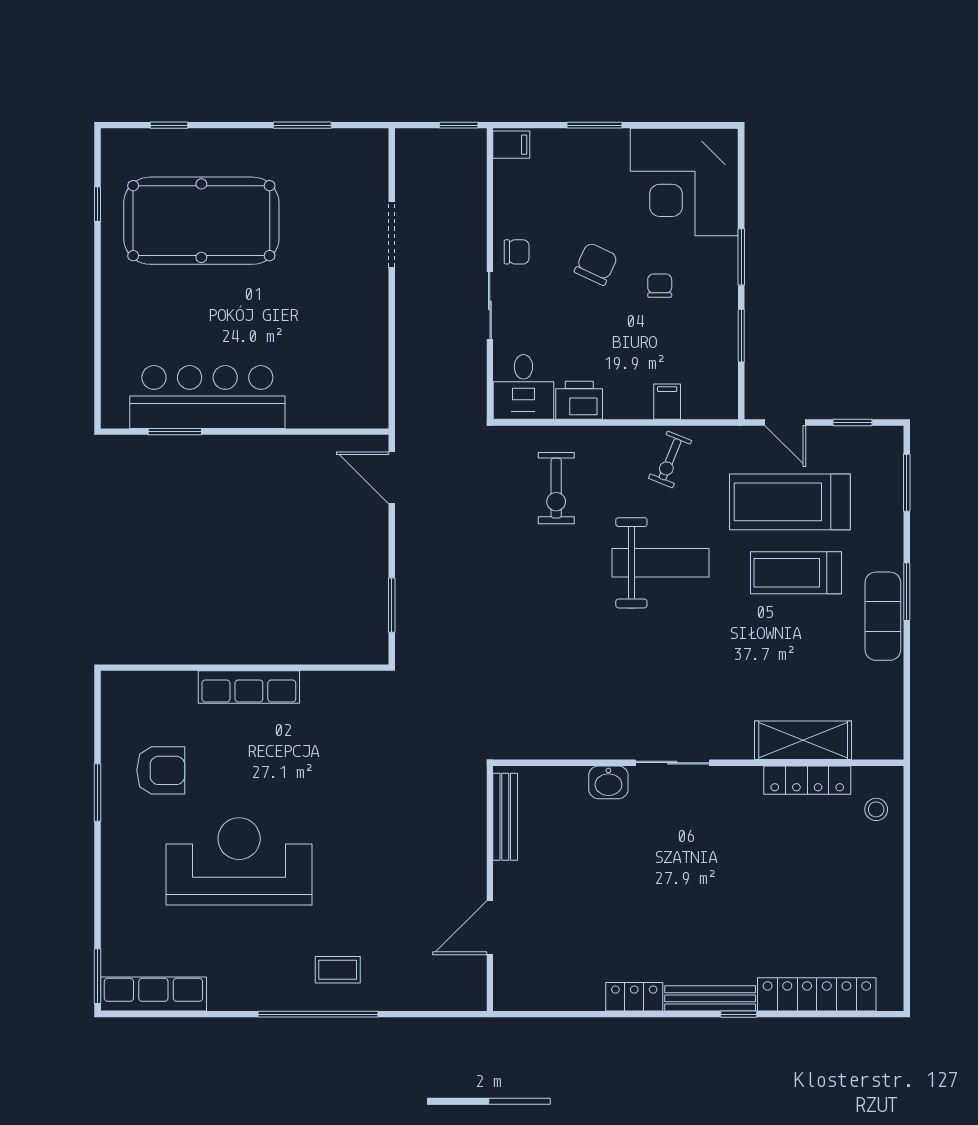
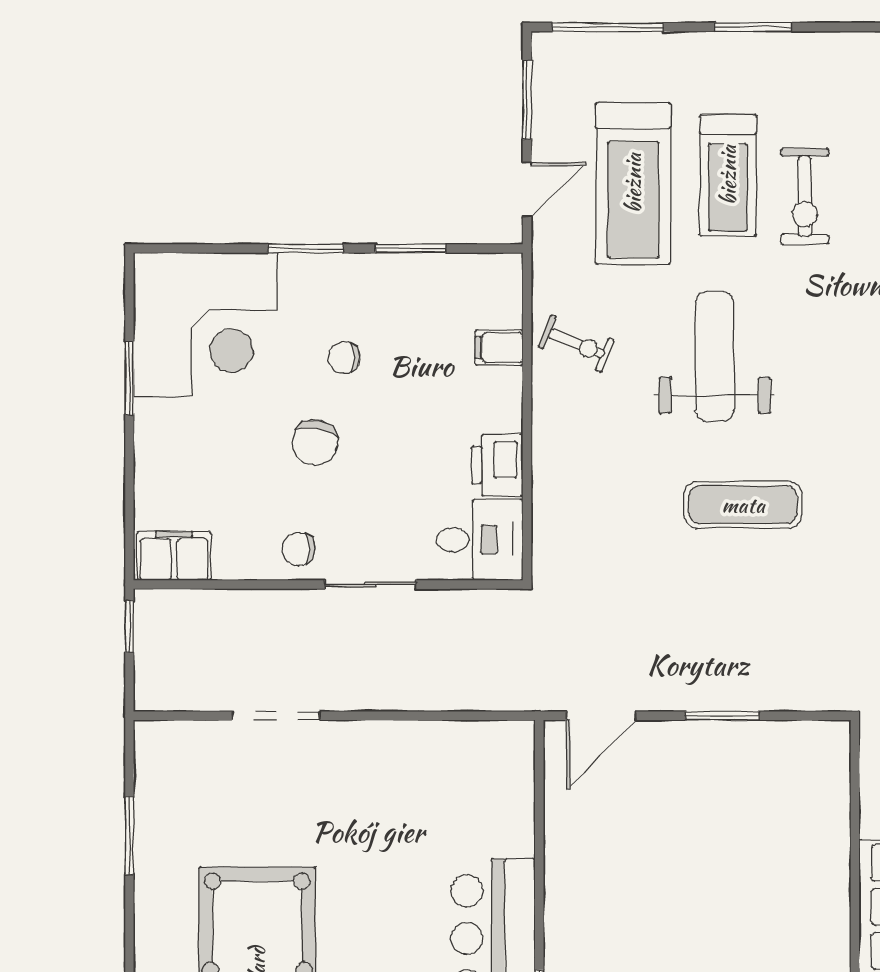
window: (595, 125) -> (129, 378), moved
filing cabinet: (511, 145) -> (174, 556), width x2.00
chair: (517, 252) -> (299, 549), turned -90
chair: (596, 264) -> (315, 443), turned -106
window: (852, 422) -> (527, 100), width x1.50
window: (907, 483) -> (608, 27), width x1.44
exercise bike: (556, 488) -> (805, 196), moved, turned 90
window: (392, 605) -> (722, 716), moved
exercise mat: (883, 616) -> (743, 505), moved

